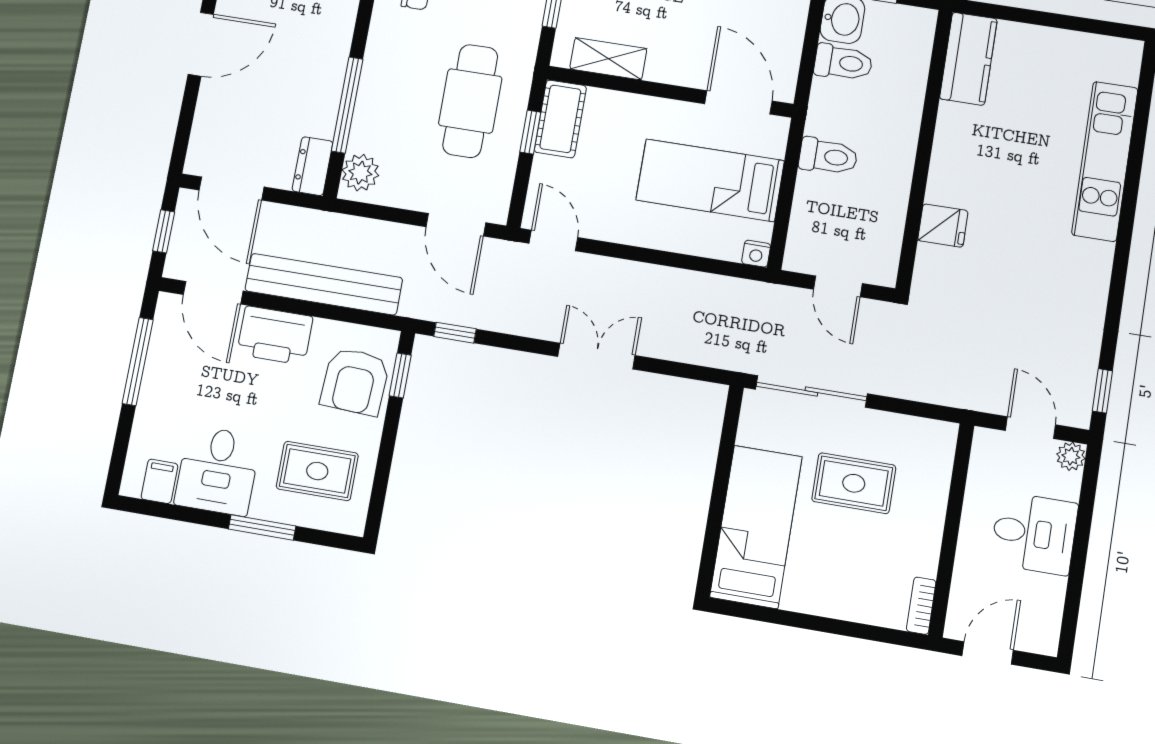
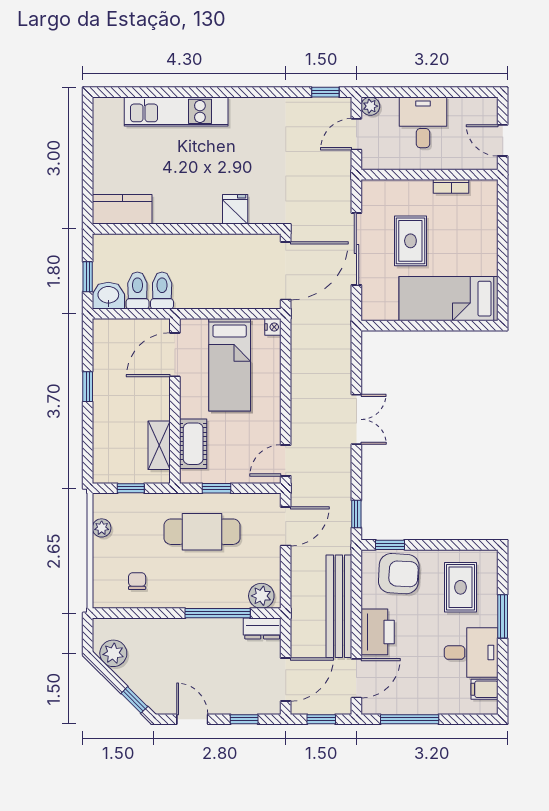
door: (201, 44) -> (192, 719), width x0.73
window: (186, 119) -> (244, 719), added
cot: (560, 119) -> (193, 444), moved, turned 90
toilet: (828, 156) -> (162, 290), moved
door: (838, 286) -> (286, 271), width x1.88
double door: (596, 356) -> (356, 419), swing flipped
sliding door: (811, 391) -> (356, 249), moved
bookcase: (921, 606) -> (451, 186), moved

